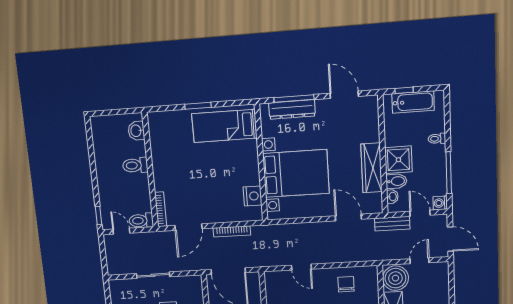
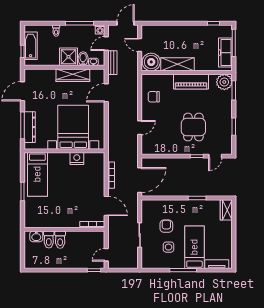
nightstand: (253, 196) -> (77, 159), moved
toilet: (141, 221) -> (49, 240), moved

